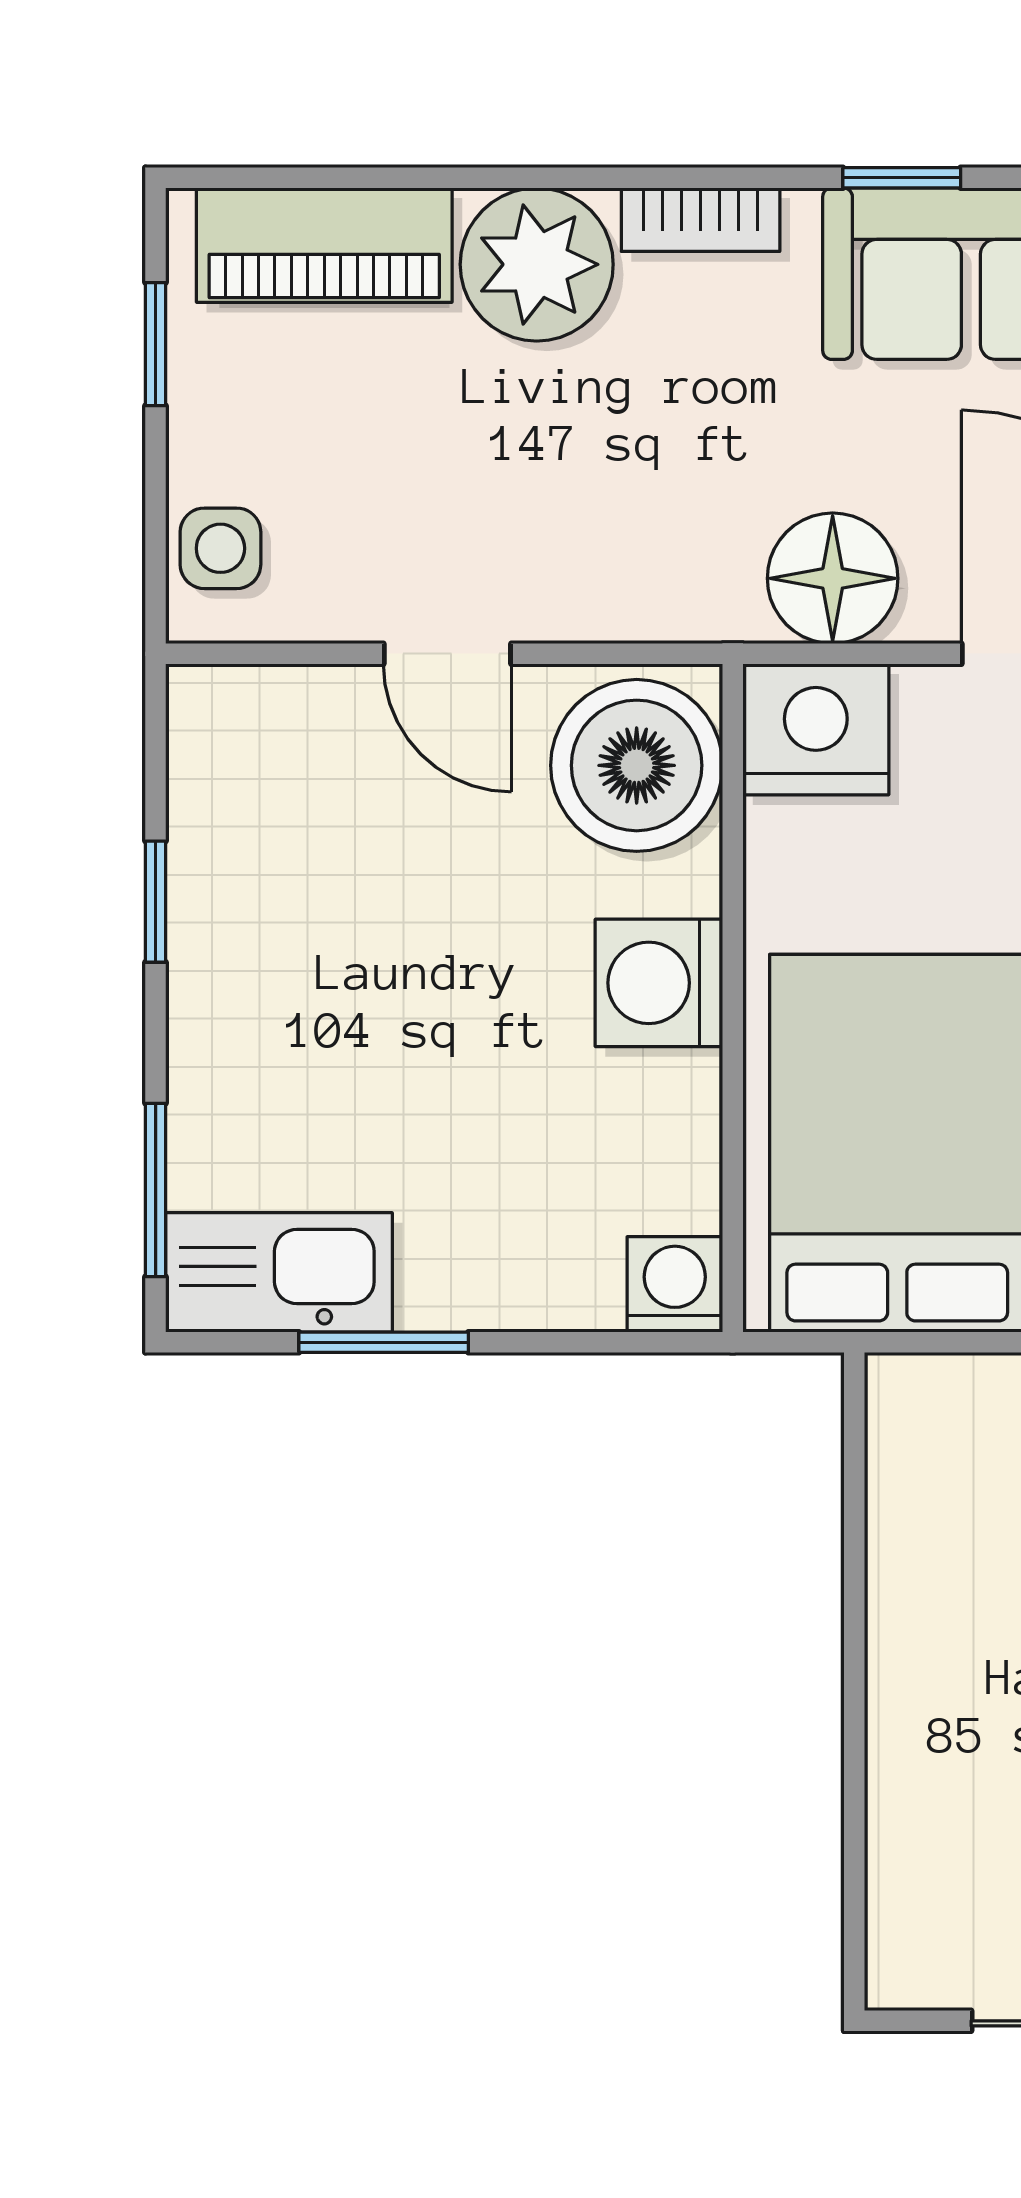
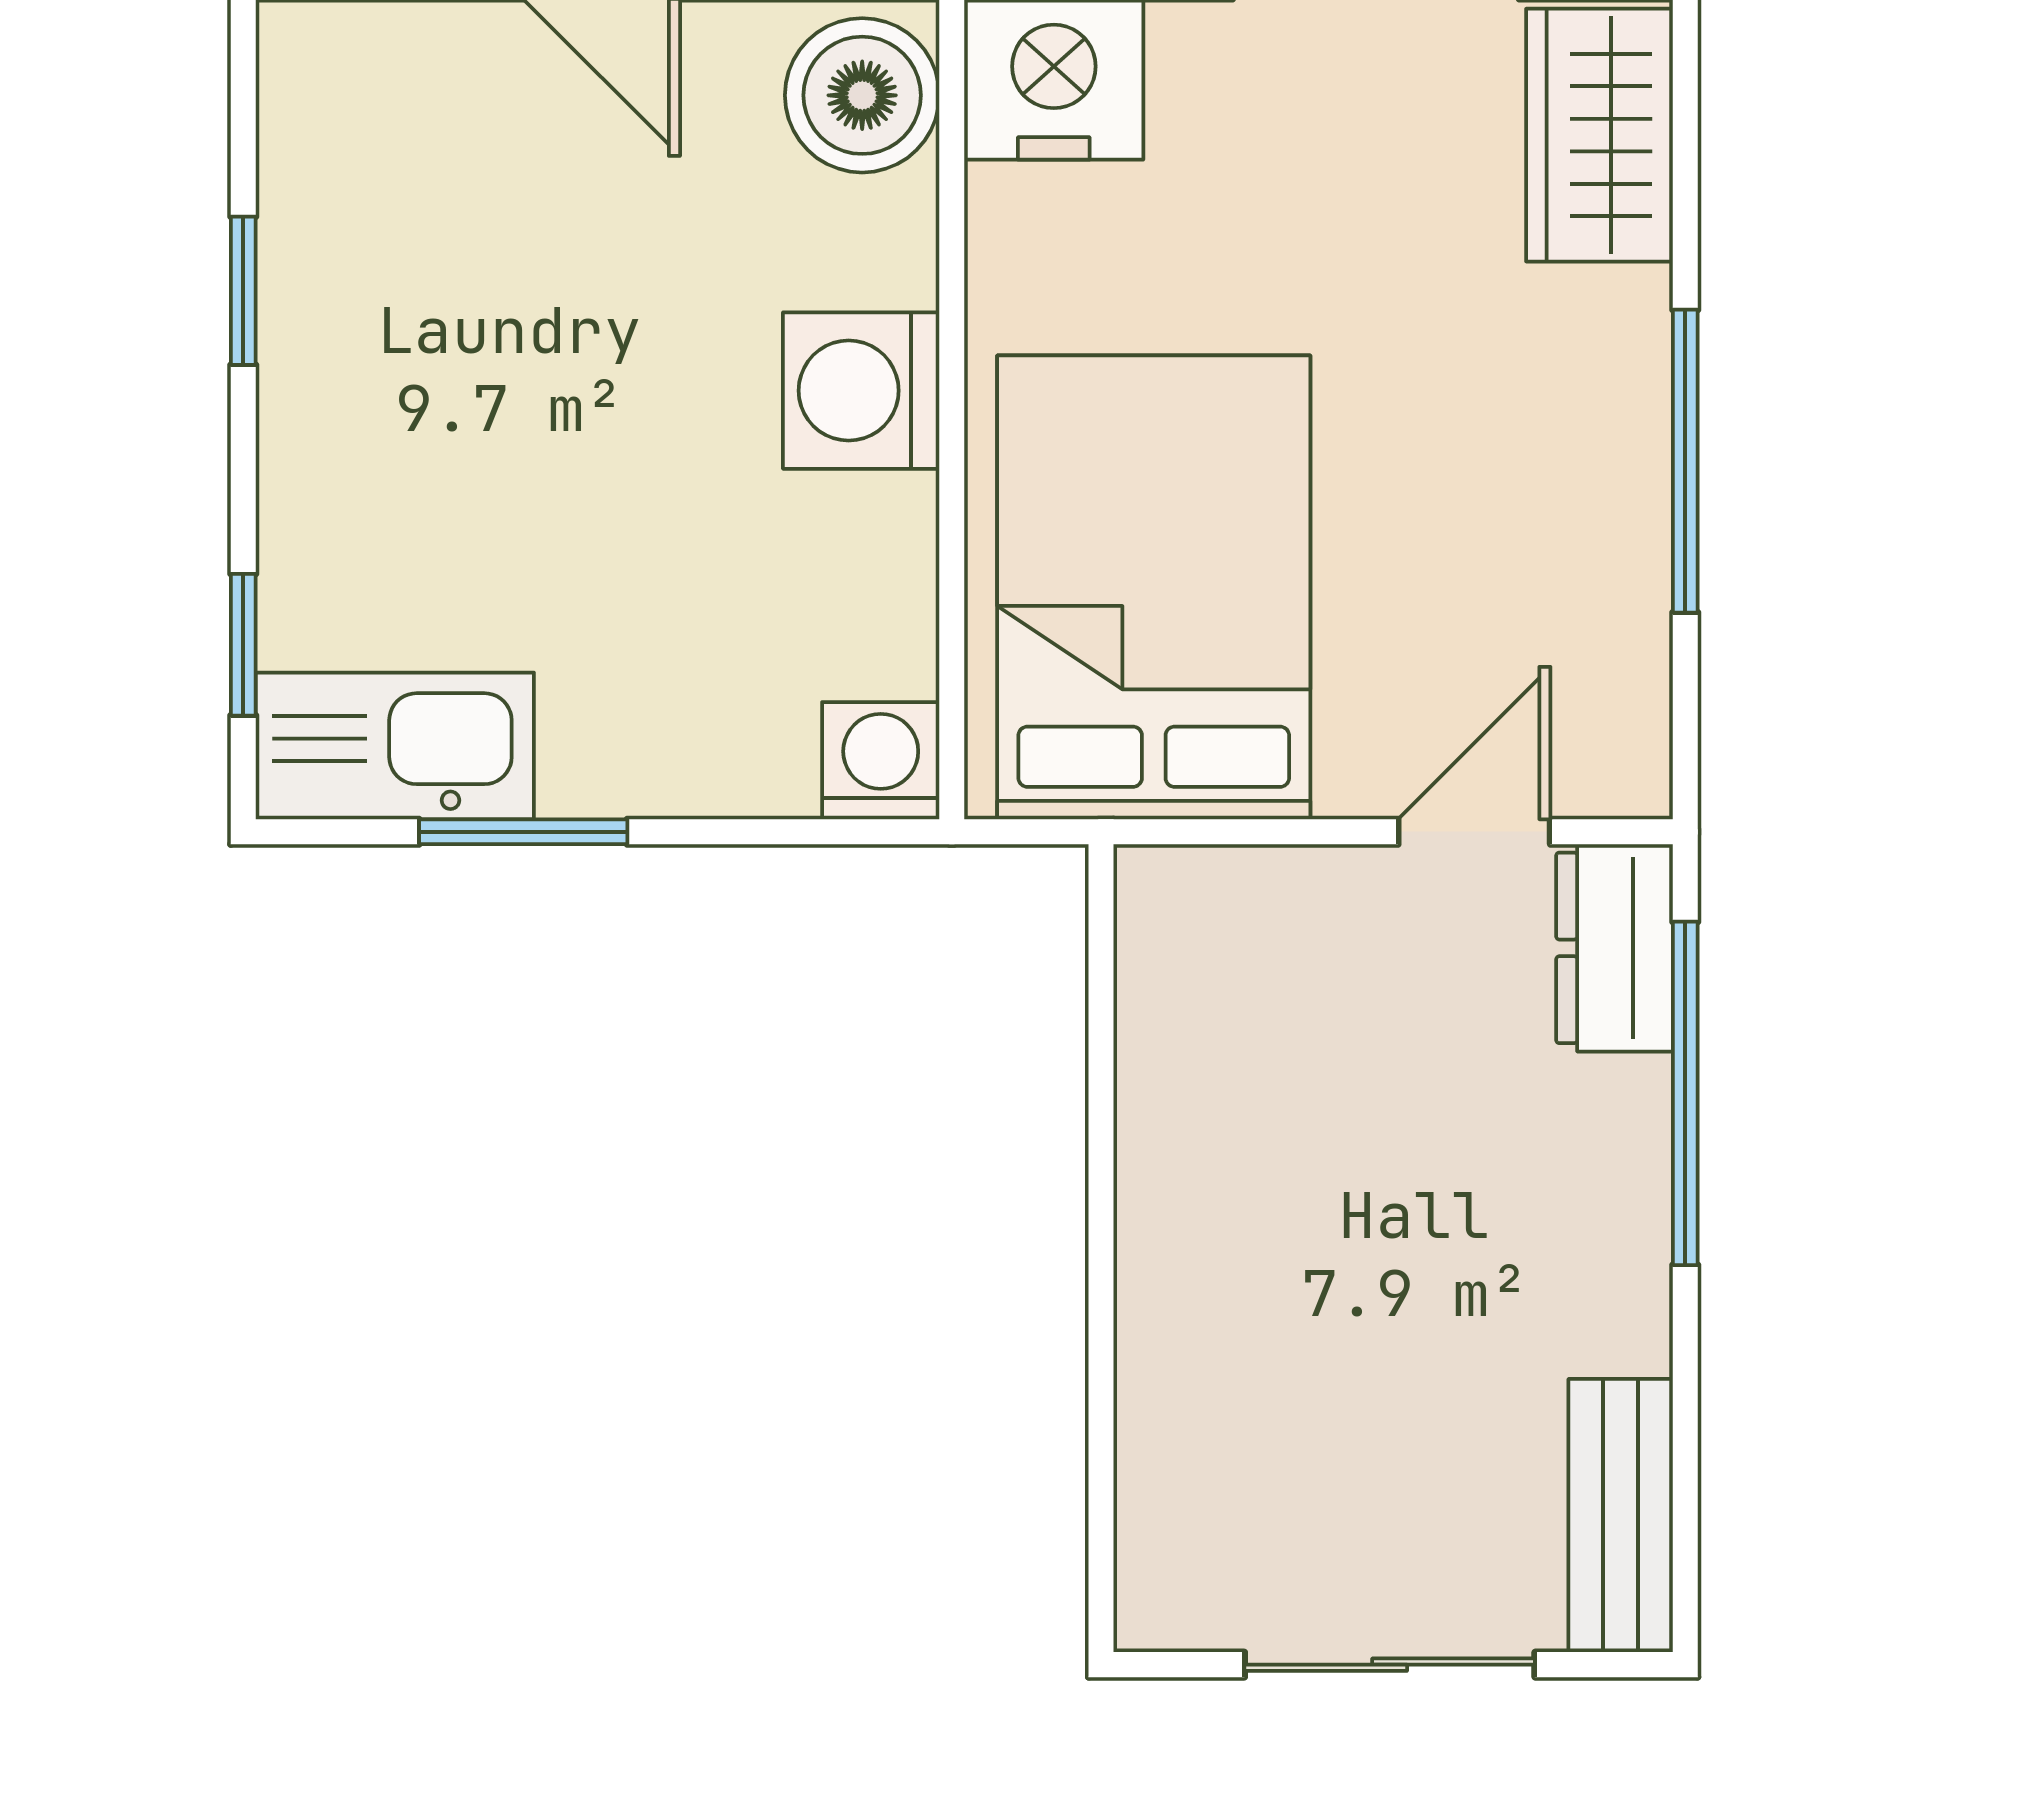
boiler: (637, 765) -> (862, 95), width x0.73, depth x0.73
window: (156, 1190) -> (243, 645), width x0.67

